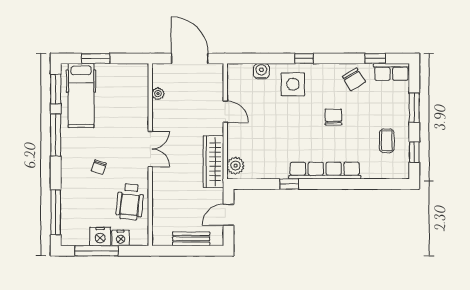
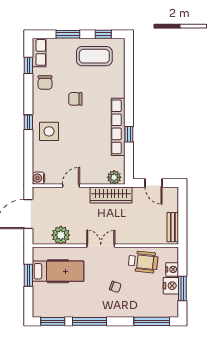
window: (96, 58) -> (28, 275), moved
water cooler: (261, 71) -> (38, 178), moved
chair: (354, 79) -> (45, 83), turned 122
plant: (158, 94) -> (61, 235), width x1.87, depth x1.87
hospital bed: (81, 95) -> (58, 271), moved
coffee table: (387, 141) -> (94, 56), width x1.86, depth x1.72
row of seats: (325, 171) -> (118, 127), moved
bench: (191, 239) -> (173, 227), moved
window: (97, 251) -> (182, 289), width x0.69

